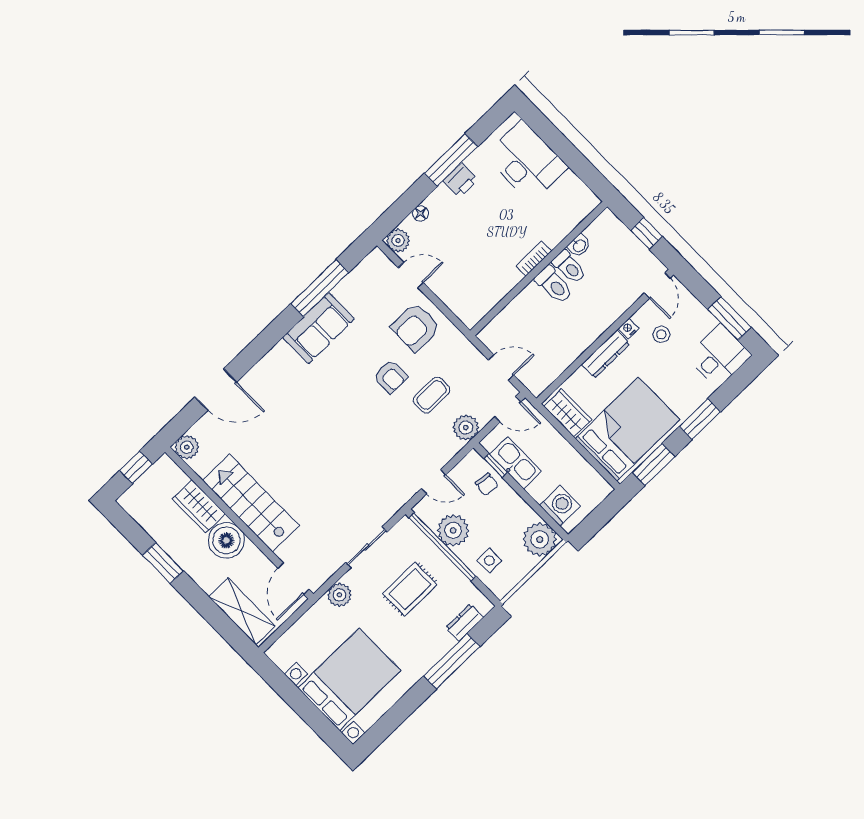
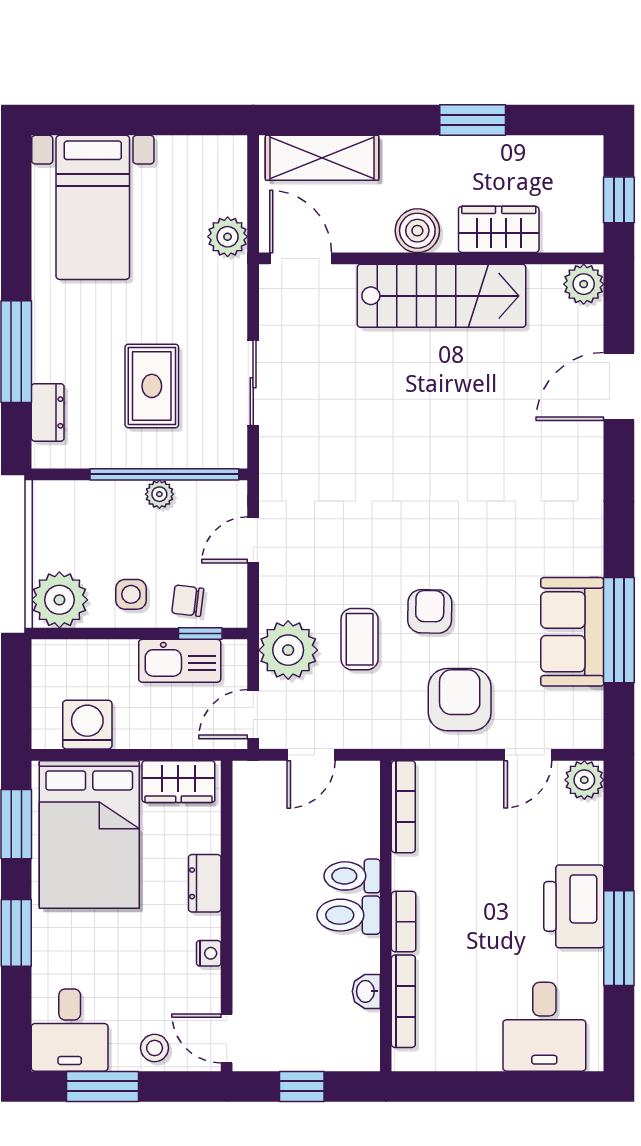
desk: (526, 161) -> (544, 1027), width x0.73
printer: (461, 180) -> (574, 906), width x1.87, depth x1.48
floor lamp: (420, 213) -> (591, 839), removed
bookcase: (568, 226) -> (403, 1001), added
toilet: (569, 267) -> (352, 876), moved
bookcase: (485, 307) -> (403, 807), added
sofa: (319, 328) -> (572, 632), moved
stool: (661, 334) -> (155, 1048), moved
dresser: (606, 354) -> (205, 883), width x0.70
armchair: (390, 377) -> (430, 611), turned 91
plant: (466, 428) -> (288, 650), width x1.36, depth x1.36
washing machine: (560, 506) -> (87, 725), moved, turned 180
plant: (453, 530) -> (159, 494), width x0.53, depth x0.53
boiler: (226, 540) -> (417, 231), width x0.73, depth x0.73
side table: (489, 560) -> (131, 594), moved
plant: (339, 595) -> (228, 237), moved
bed with nightstands: (349, 679) -> (93, 207), width x0.73

